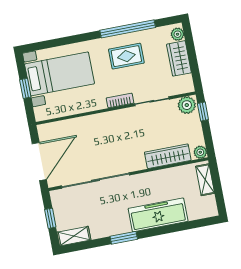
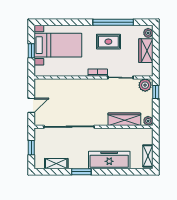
door: (39, 162) -> (31, 105), width x0.53
shelving: (205, 180) -> (148, 156), moved
shelving: (74, 236) -> (56, 164), moved

